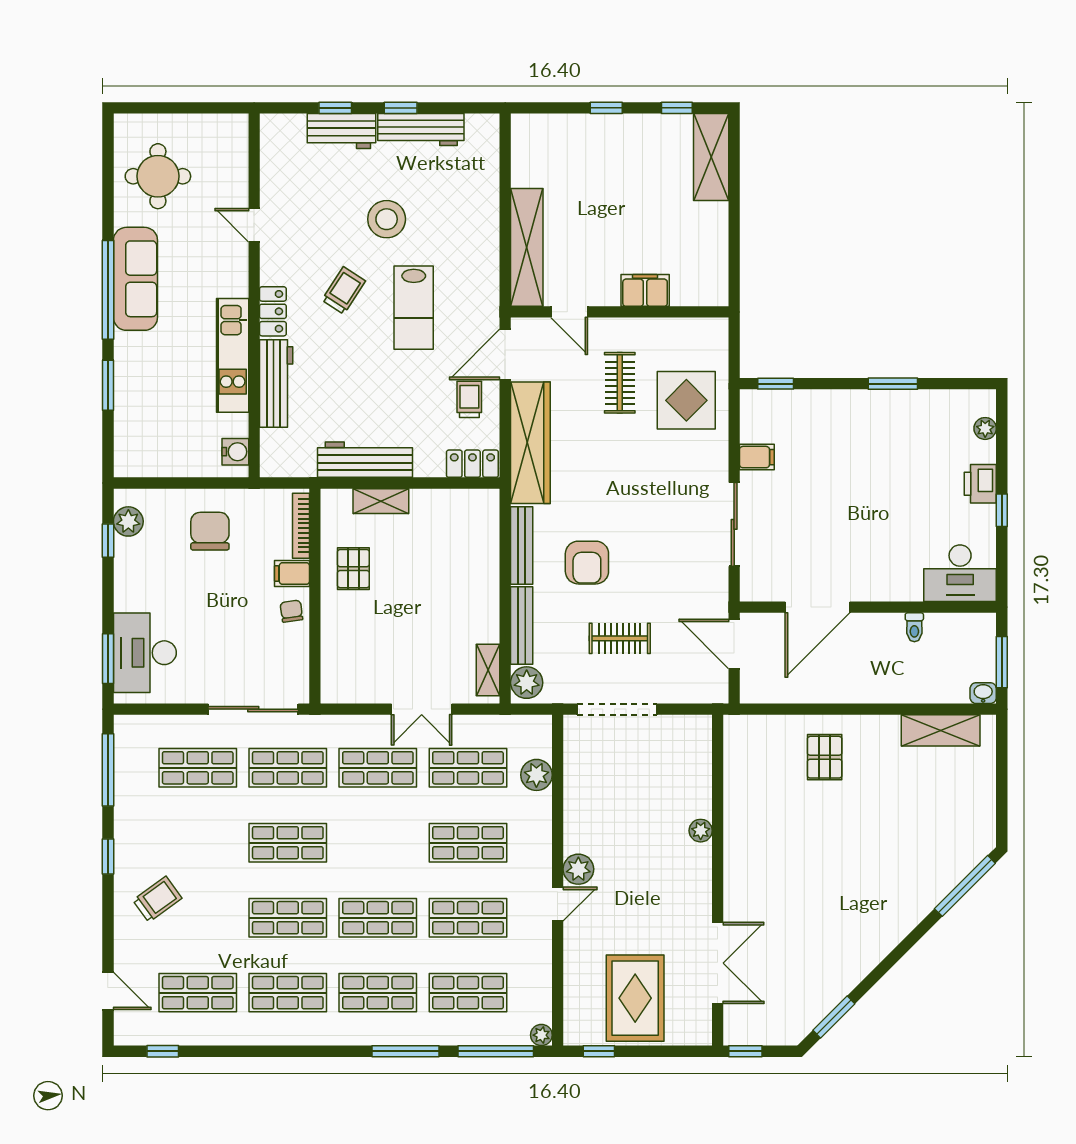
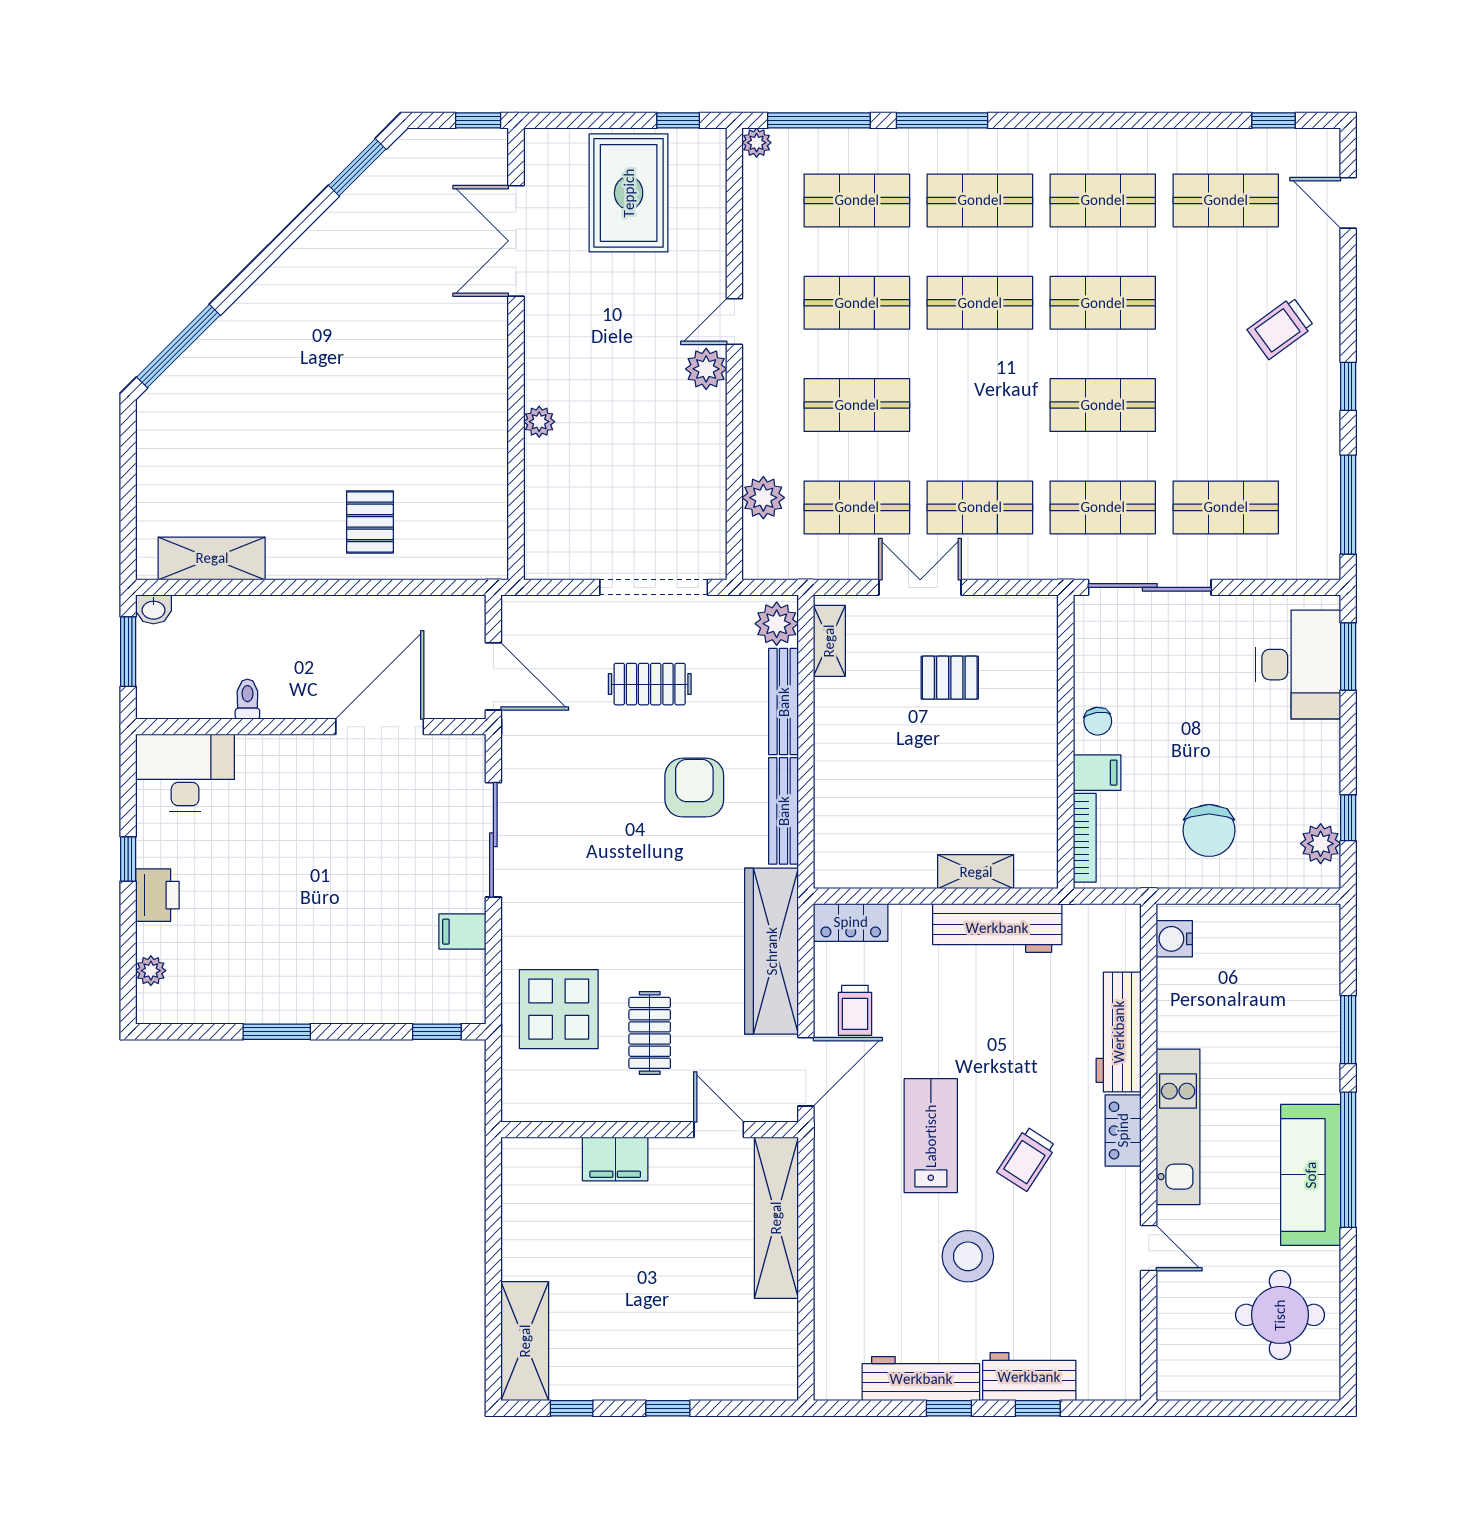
kitchen unit: (233, 355) -> (1178, 1127), moved
pallet: (353, 569) -> (950, 678), moved, turned 90

